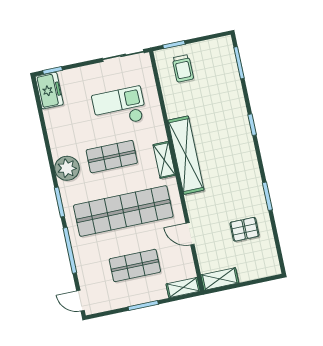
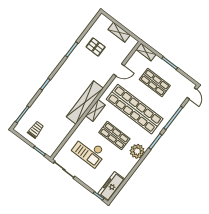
trolley: (183, 68) -> (36, 130), moved
freezer: (49, 91) -> (111, 186), width x1.40
door: (190, 234) -> (119, 70), hinge flipped
shelving: (220, 279) -> (119, 32), moved

